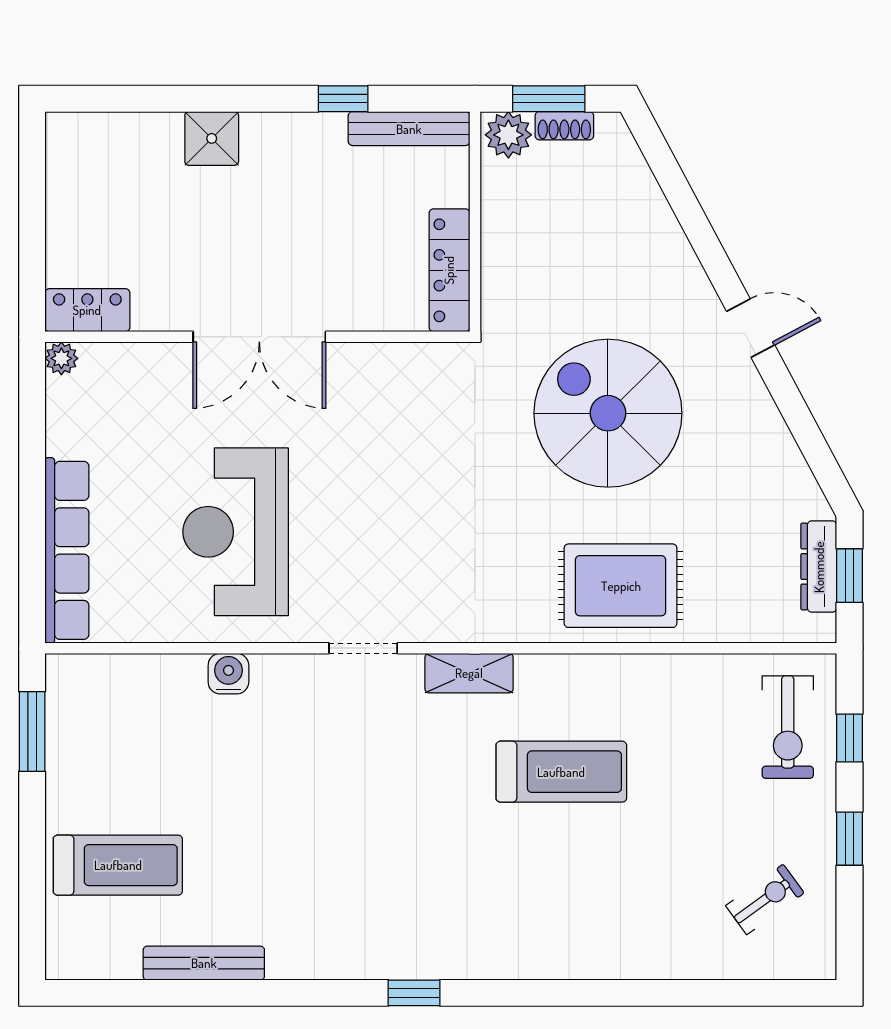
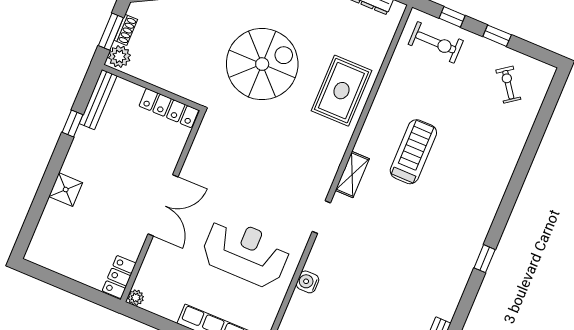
spiral stairs: (608, 413) -> (262, 64), turned 180
reception desk: (236, 532) -> (246, 252), turned 180

